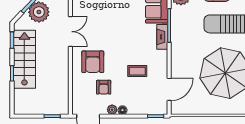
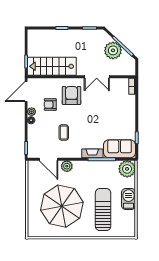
stairs: (24, 59) -> (52, 66), moved, turned 180
armchair: (93, 62) -> (71, 95), turned 90
plant: (178, 67) -> (67, 166), added

